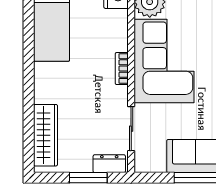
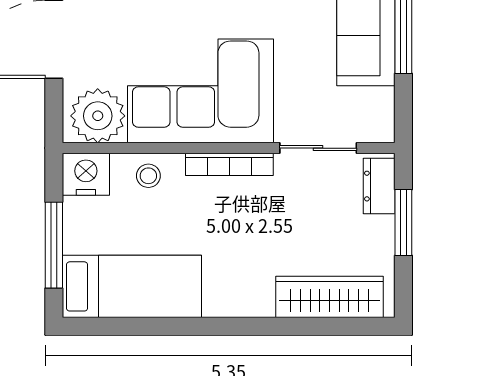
stool: (115, 31) -> (148, 176), added
bookcase: (122, 69) -> (229, 164), width x1.56

